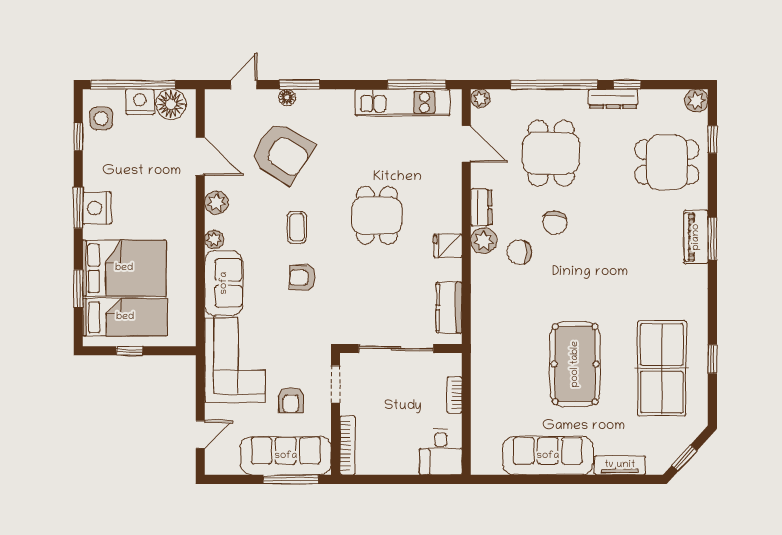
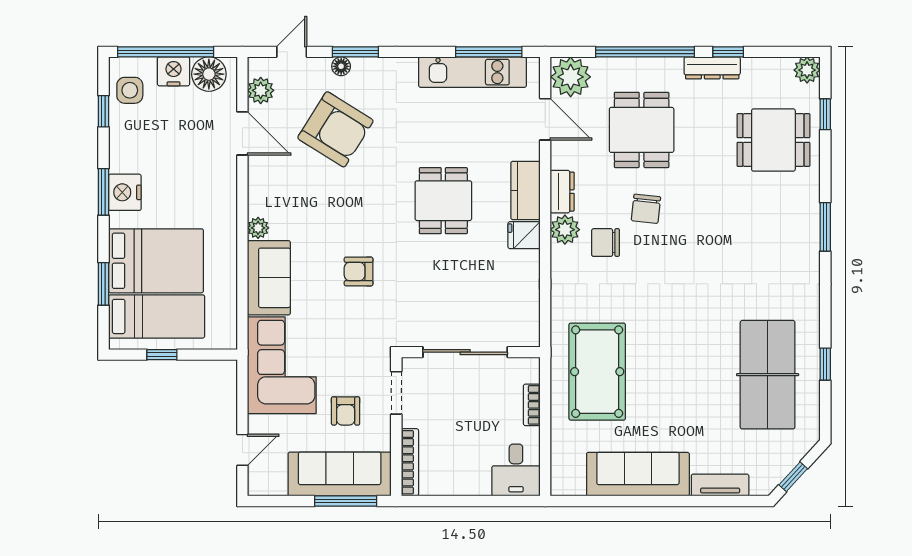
plant: (480, 98) -> (571, 77), width x1.88, depth x1.88
plant: (216, 203) -> (261, 90), moved
coffee table: (297, 227) -> (352, 214), removed
piano: (696, 237) -> (807, 225), removed
kitchen counter: (449, 308) -> (525, 190), moved
pool table: (575, 364) -> (597, 372), moved

